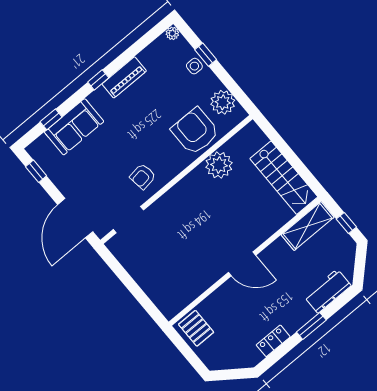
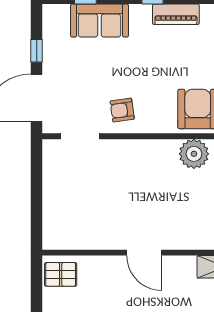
window: (36, 171) -> (37, 51), moved
pallet: (196, 328) -> (61, 274), turned 90

